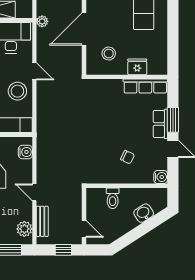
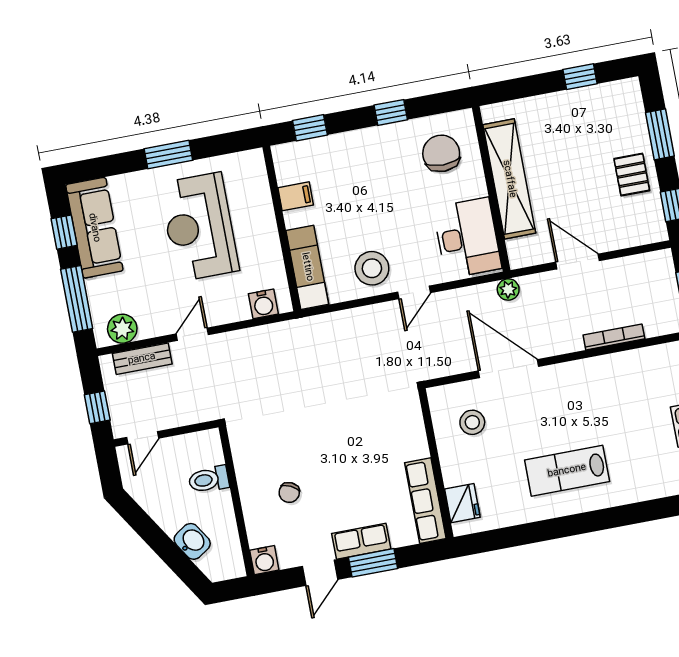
fridge: (137, 67) -> (462, 503), moved

